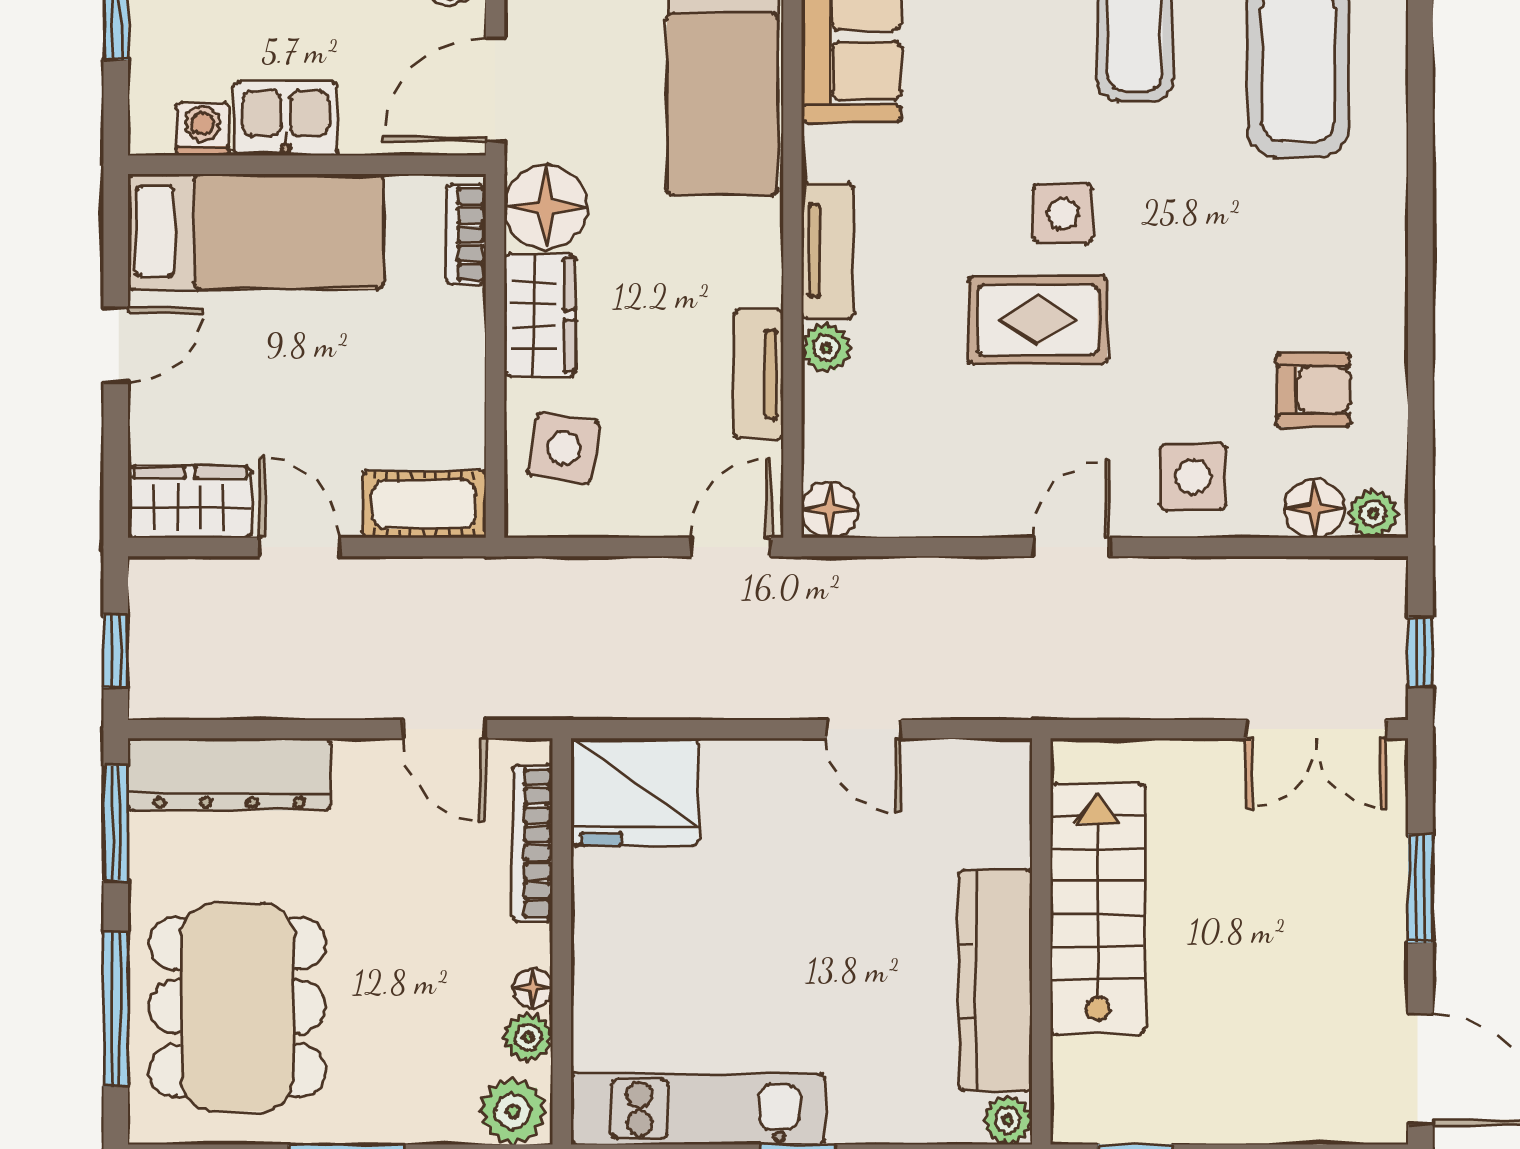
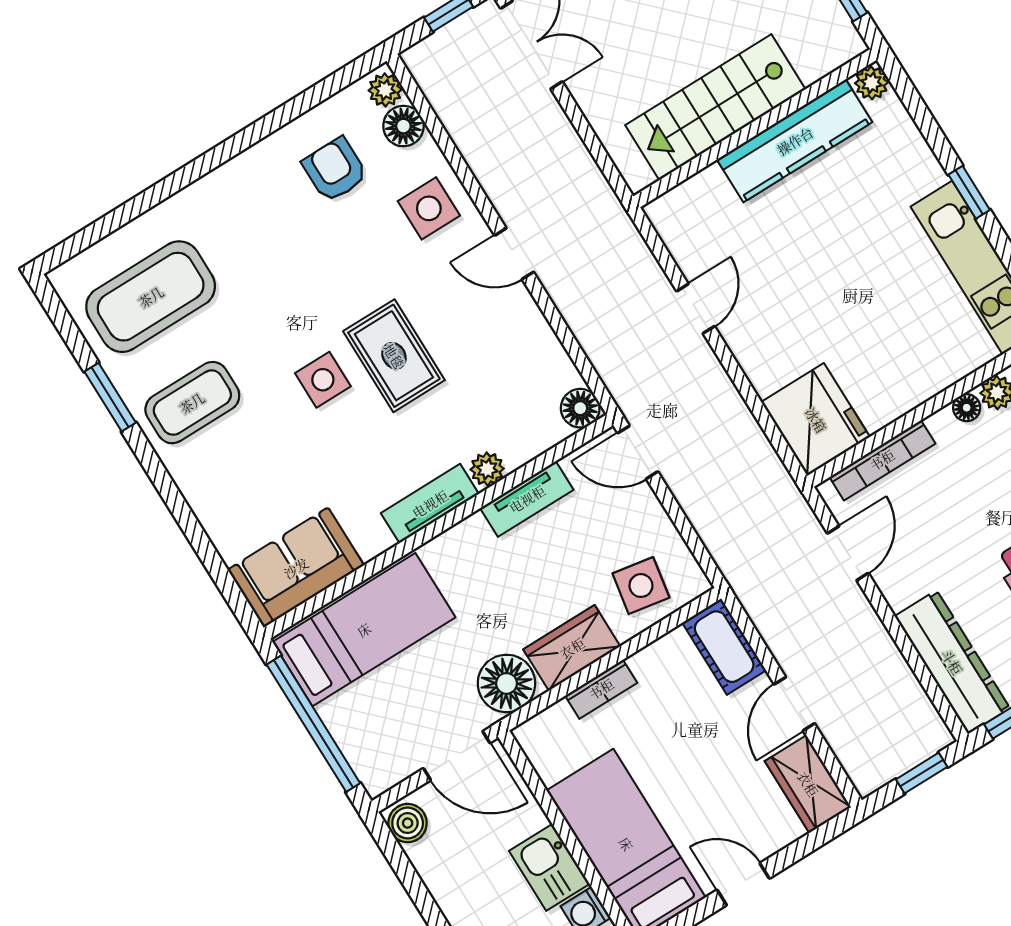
bookcase: (466, 234) -> (601, 689), moved

